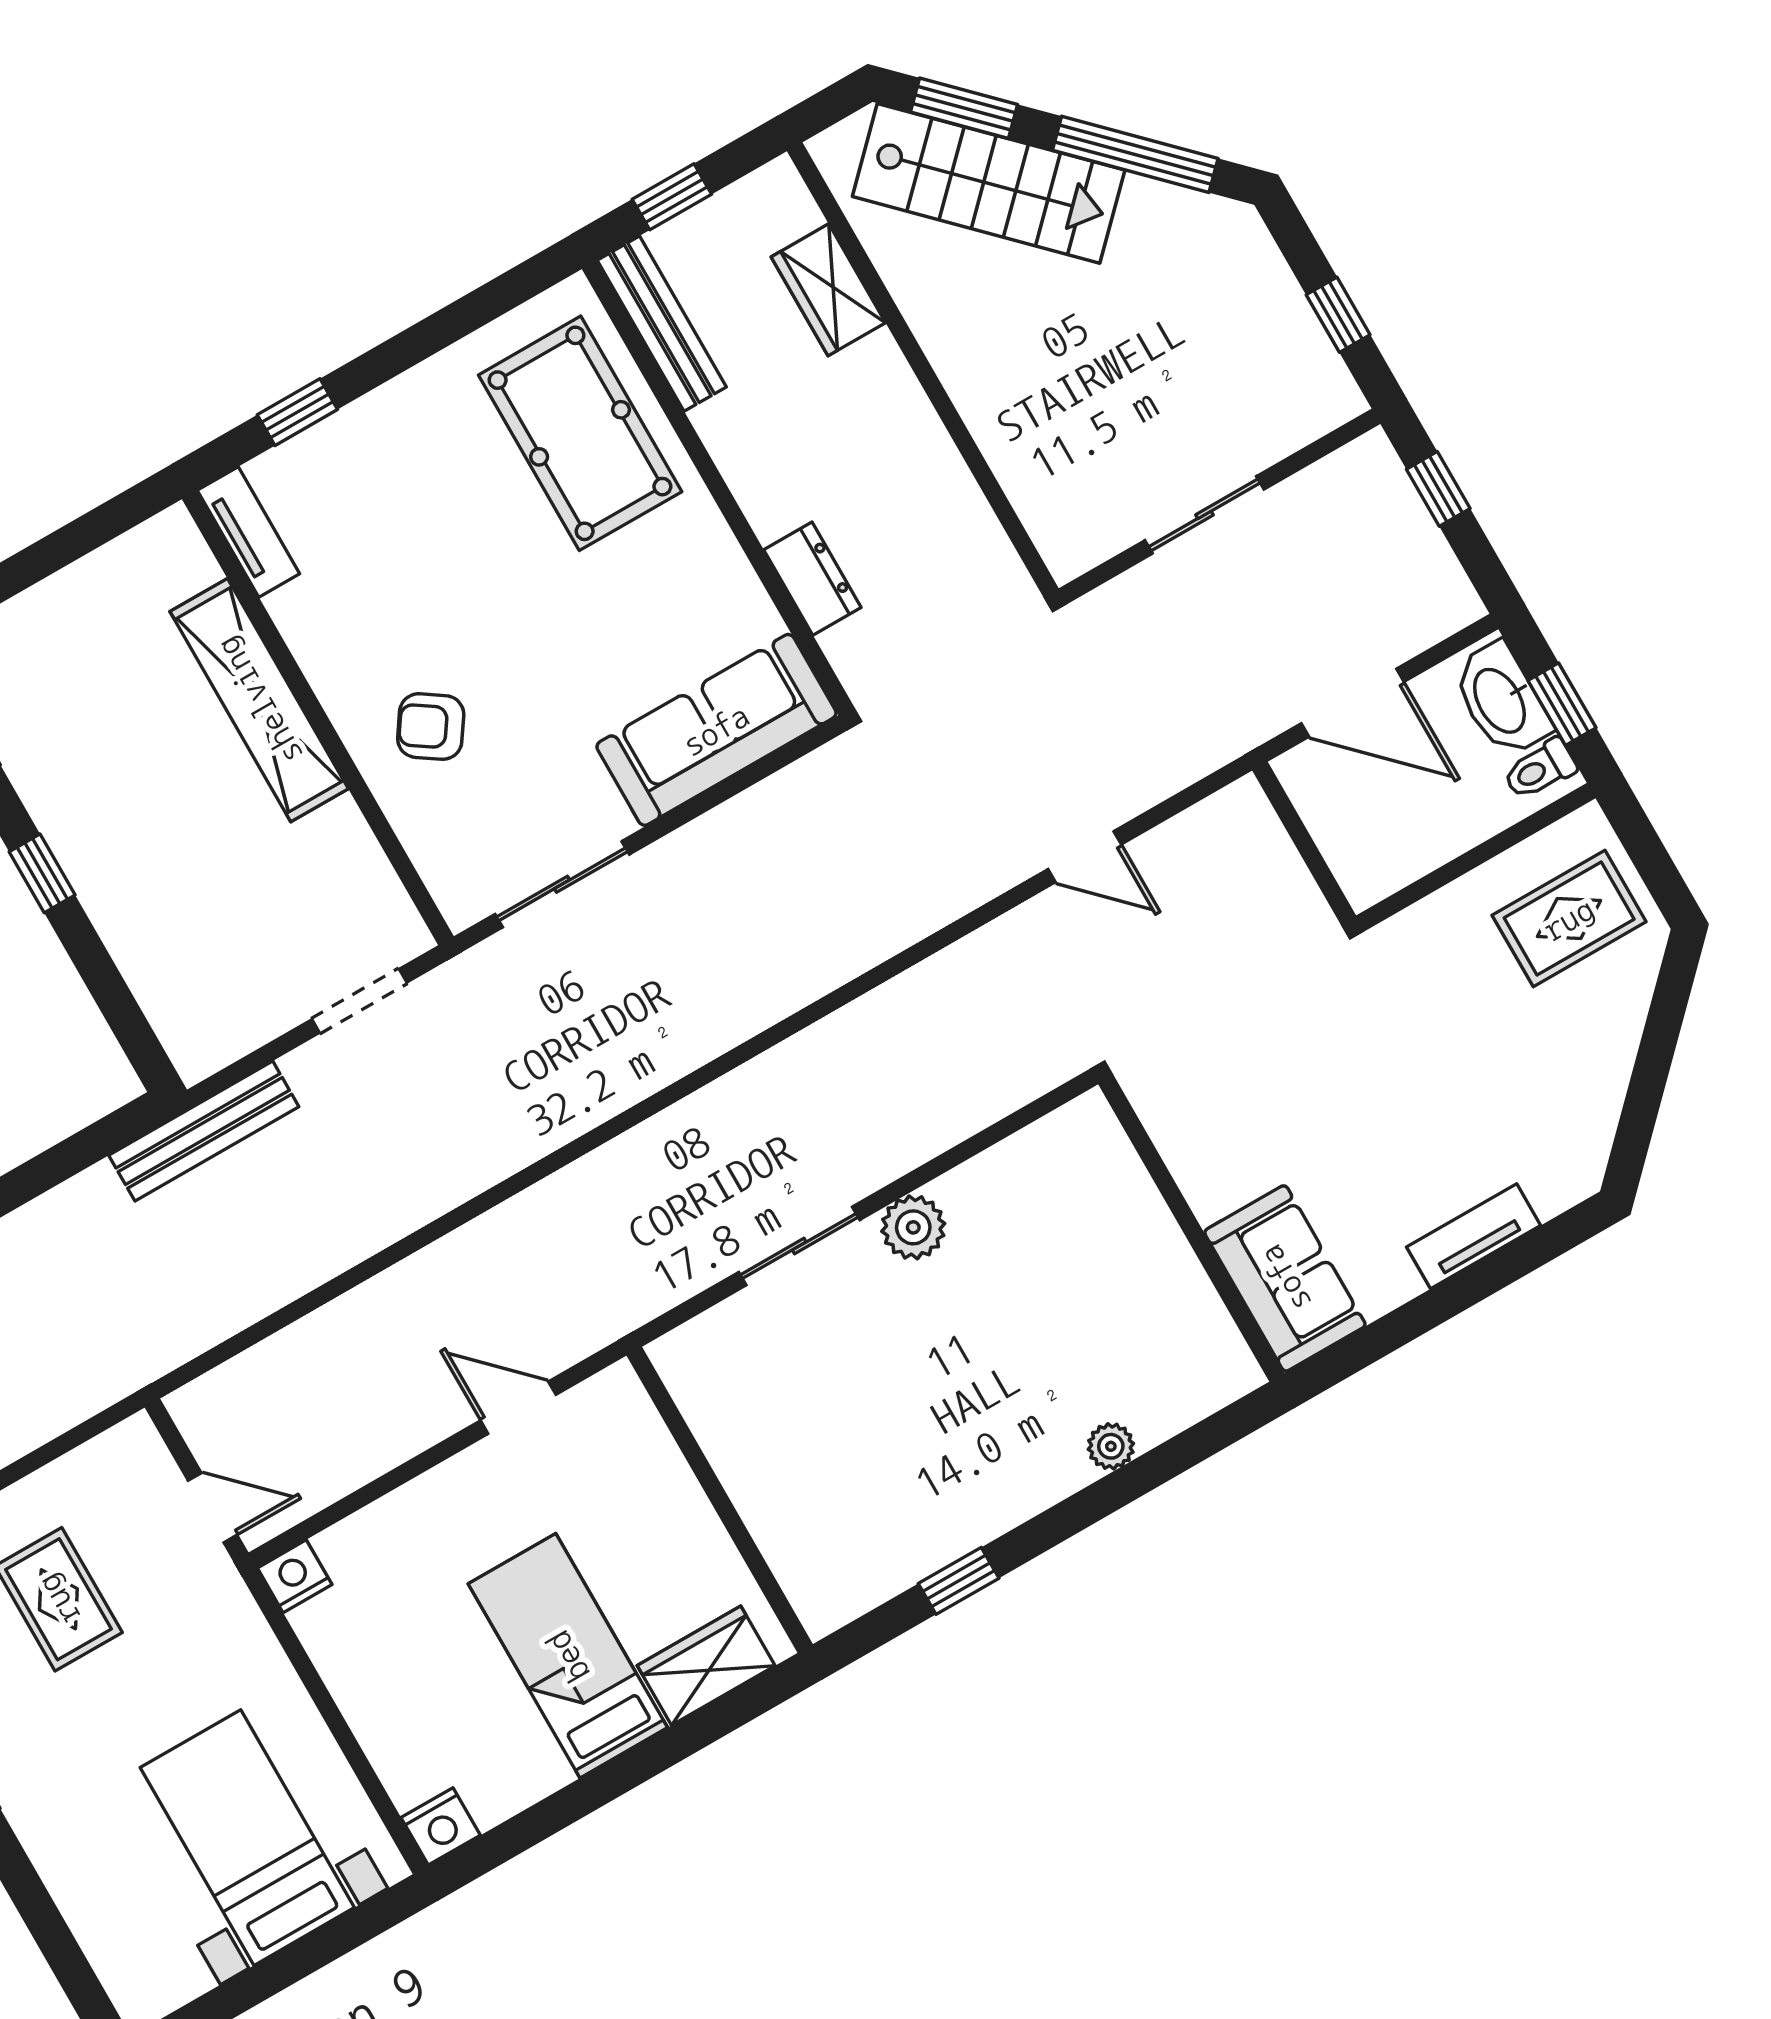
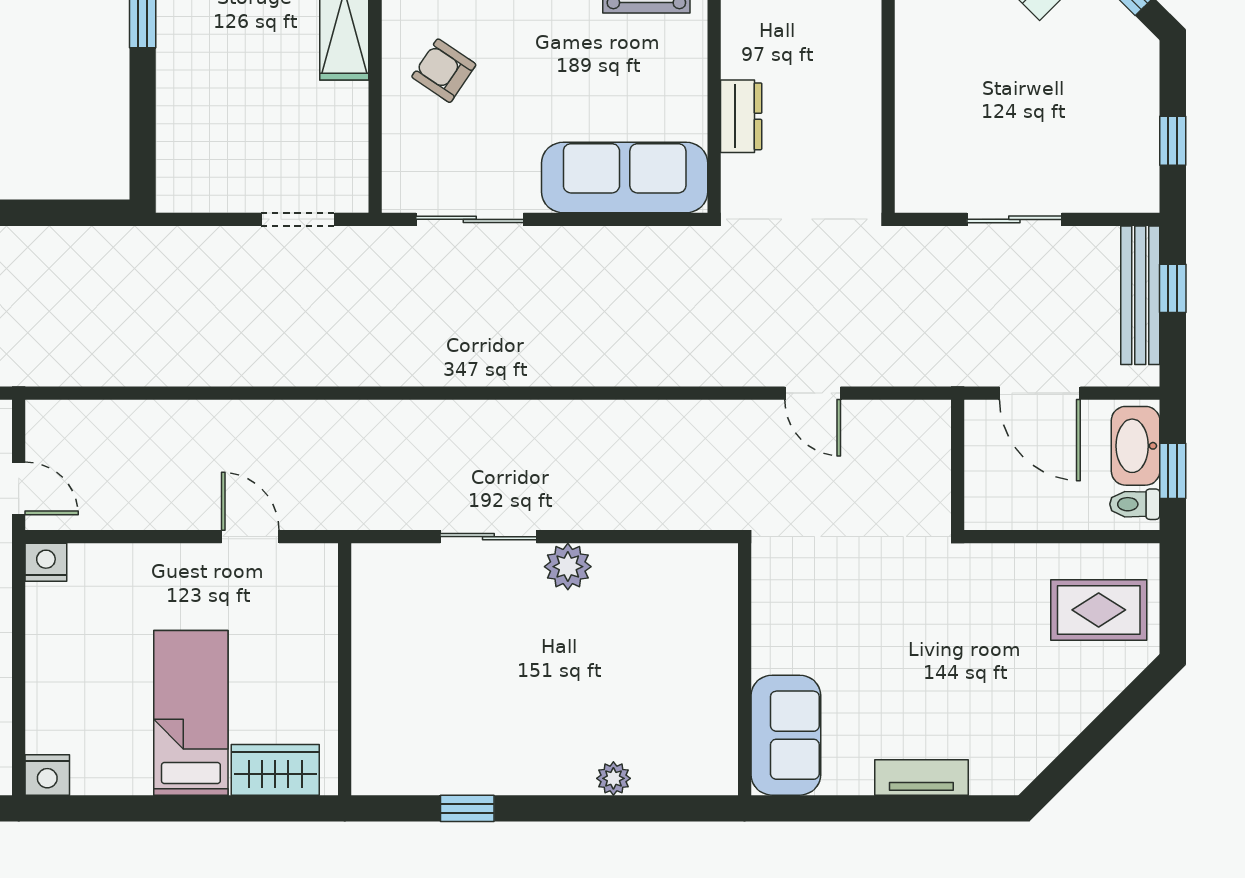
bench: (204, 1131) -> (1140, 295), moved, turned 90

